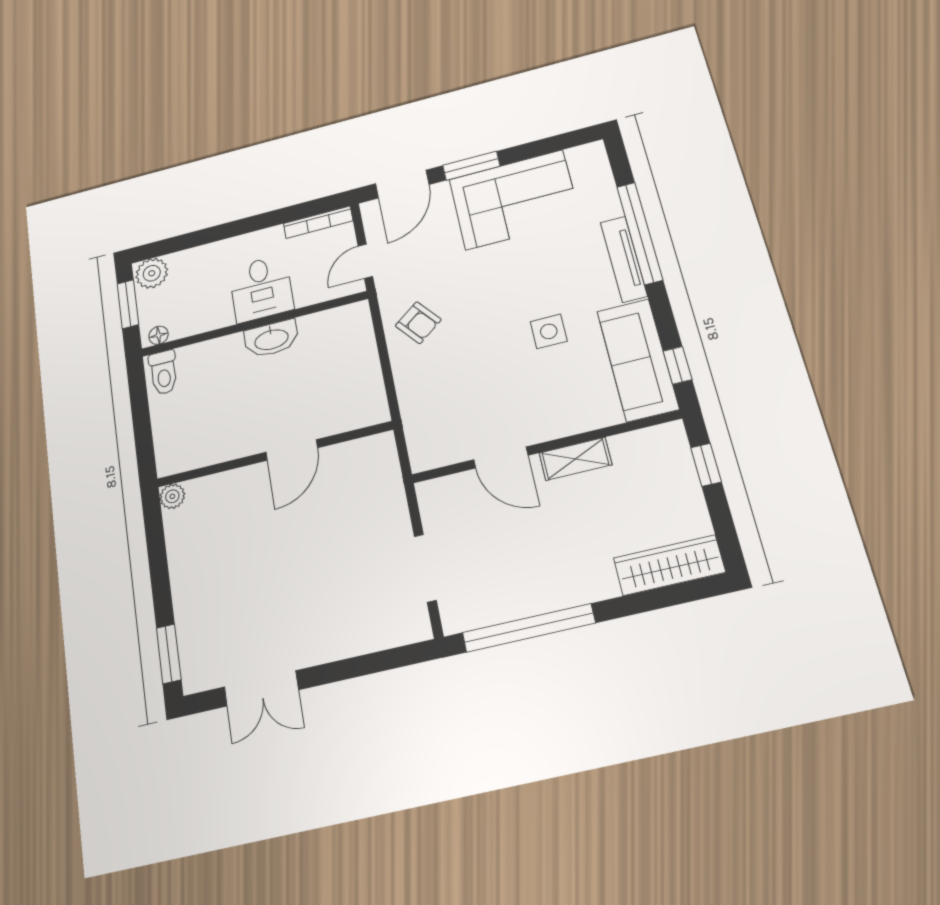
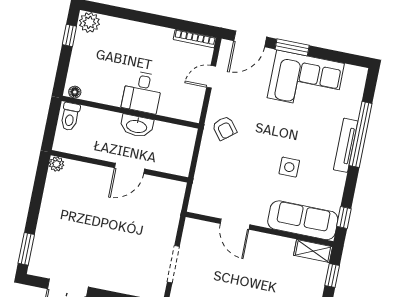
desk: (261, 288) -> (142, 92), moved
window: (128, 304) -> (69, 35), width x0.67
wall: (254, 324) -> (130, 112), moved
floor lamp: (159, 335) -> (75, 92), moved
washbasin: (271, 339) -> (137, 126), moved
sofa: (638, 360) -> (303, 220), moved, turned 90
toilet: (163, 372) -> (70, 117), moved
shelving: (575, 459) -> (313, 251), moved

